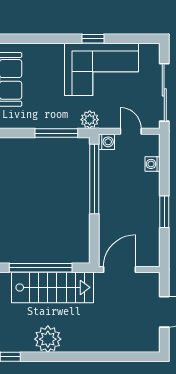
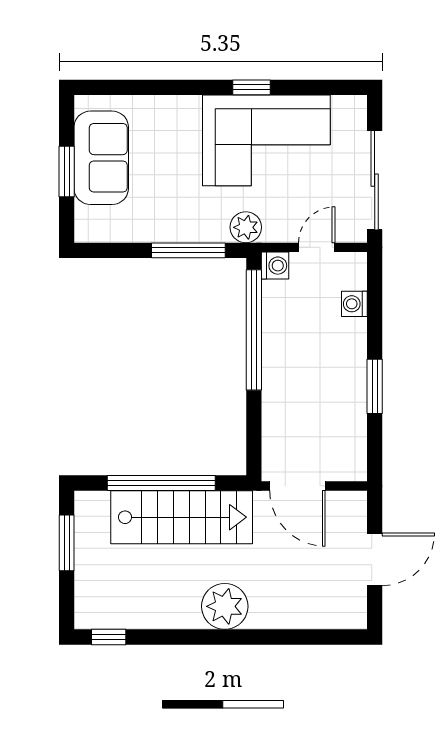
door: (131, 131) -> (317, 247), hinge flipped
door: (119, 269) -> (297, 486), swing flipped
plant: (48, 339) -> (225, 606), moved

